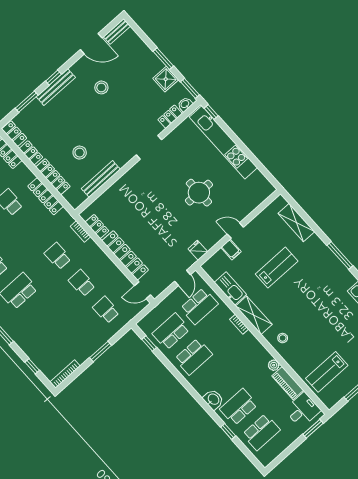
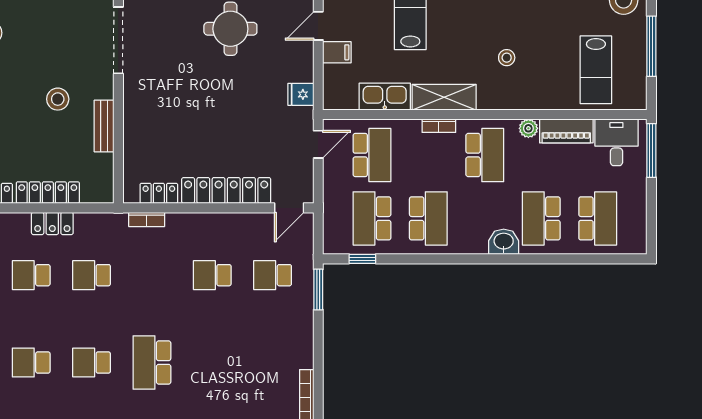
doorway: (149, 147) -> (118, 40), width x1.36
stool: (80, 153) -> (58, 99), moved
bench: (101, 179) -> (104, 126), width x0.73
locker: (46, 196) -> (52, 223), width x0.66
school desk: (58, 256) -> (92, 275), moved
door: (183, 278) -> (318, 144), hinge flipped
stool: (283, 338) -> (507, 58), moved
window: (101, 351) -> (318, 290), moved
school desk: (244, 356) -> (485, 155), added
window: (313, 429) -> (651, 150), width x1.44
window: (228, 431) -> (560, 259), removed

